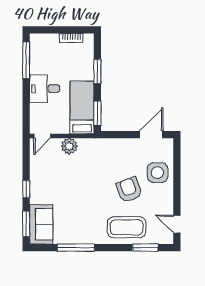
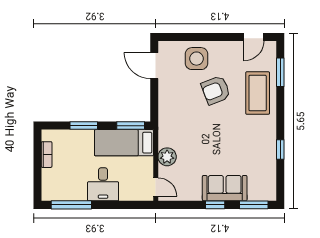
sofa: (41, 224) -> (225, 188), moved
window: (76, 248) -> (280, 149), width x0.46

